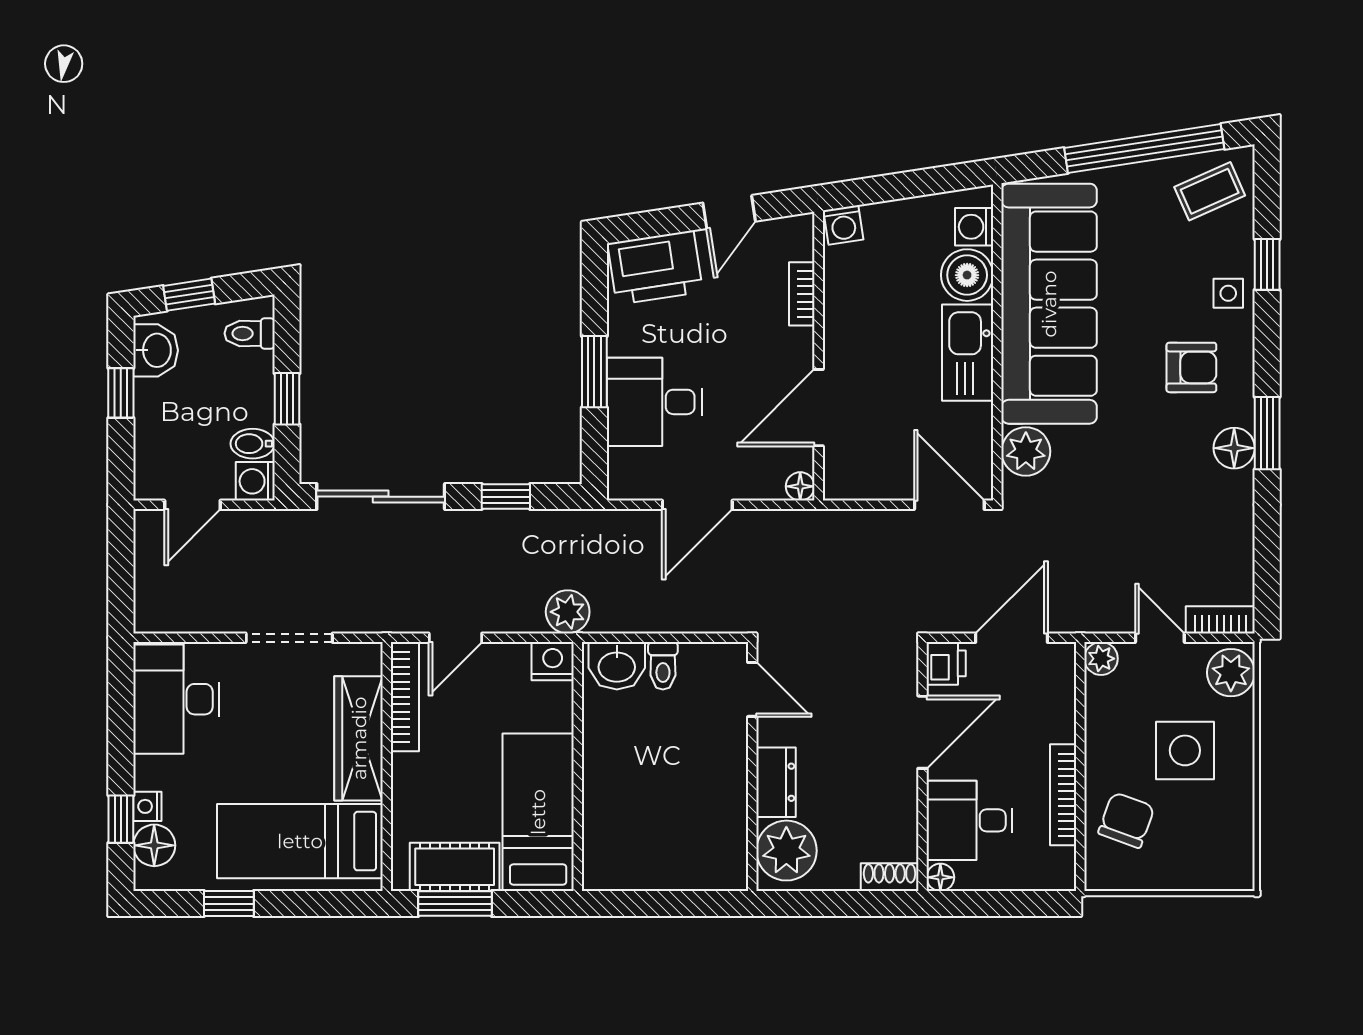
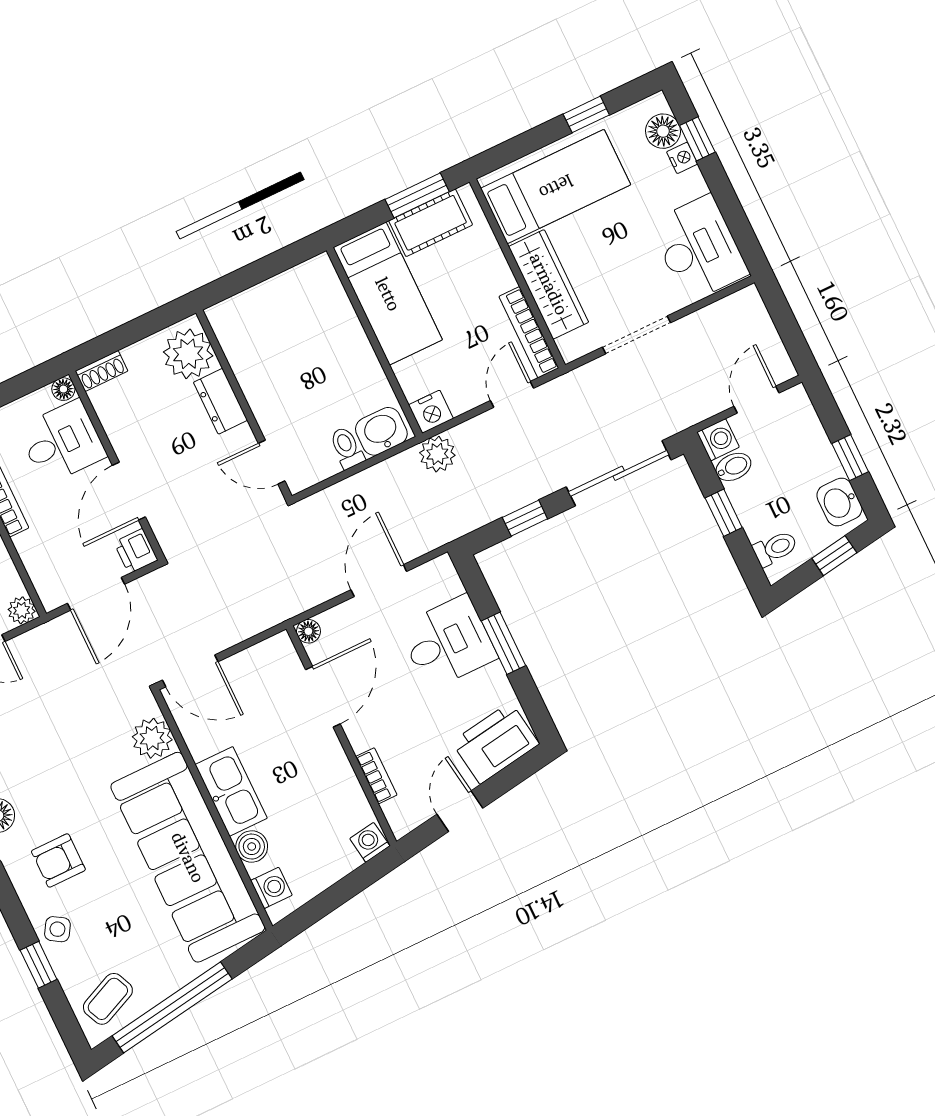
boiler: (967, 275) -> (252, 846), width x0.73, depth x0.73
side table: (1228, 293) -> (57, 929), turned 32

